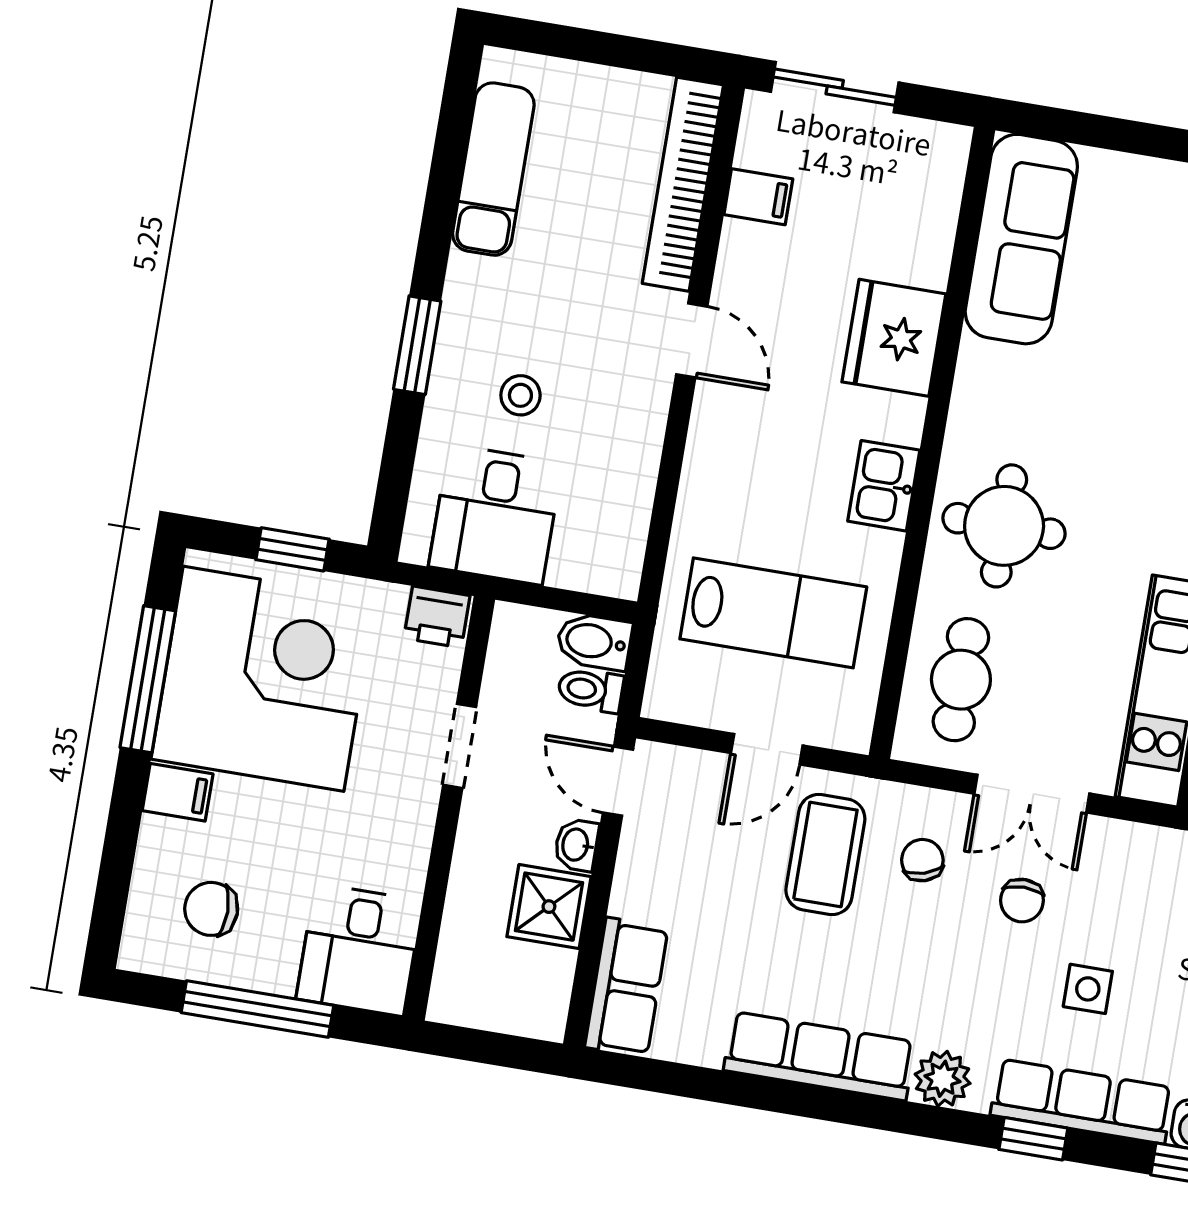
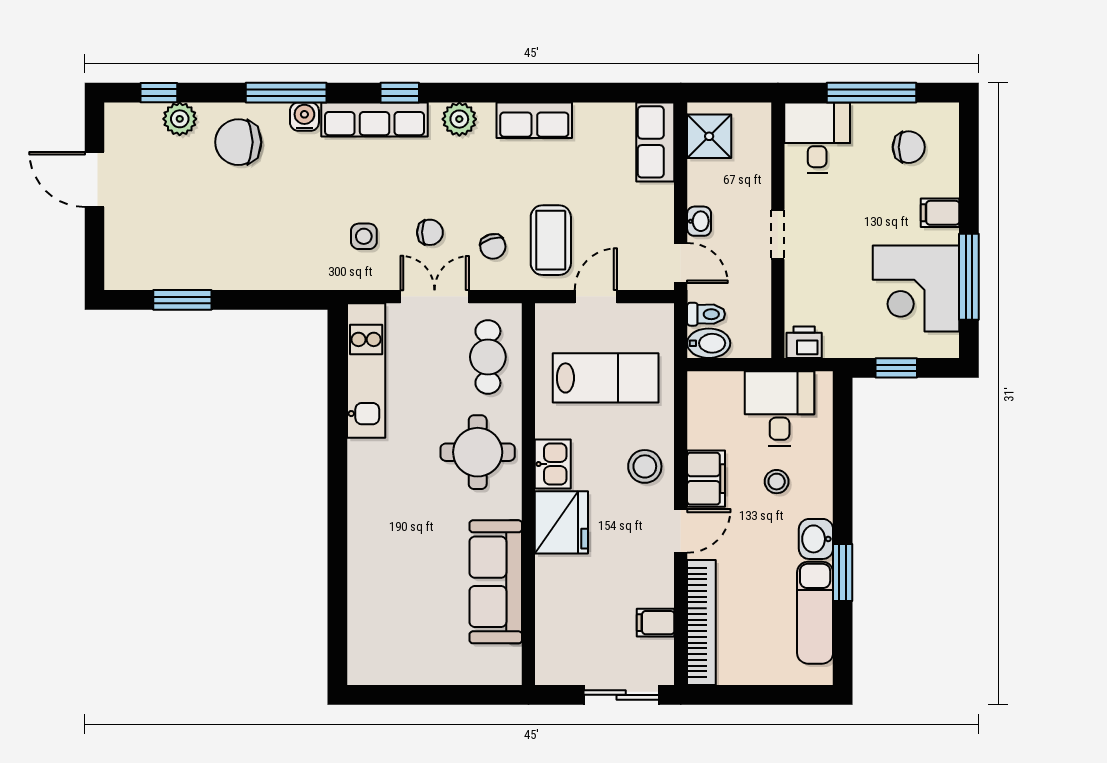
sofa: (1021, 239) -> (496, 582), moved
washbasin: (472, 290) -> (816, 539), added
fridge: (894, 338) -> (561, 522), moved
door: (692, 340) -> (681, 531), swing flipped
window: (417, 345) -> (843, 573), moved
filing cabinet: (636, 420) -> (706, 479), added
stool: (733, 457) -> (645, 466), added
lab bench: (773, 613) -> (606, 378), turned 180
corner desk: (263, 679) -> (916, 288), width x0.74, depth x0.74
doorway: (460, 746) -> (778, 234), moved
chair: (1022, 901) -> (430, 232), turned 90
shower: (549, 907) -> (709, 136), moved
side table: (1088, 989) -> (364, 236), moved
row of seats: (819, 1056) -> (534, 120), width x0.68

